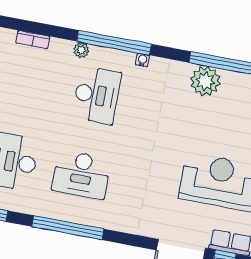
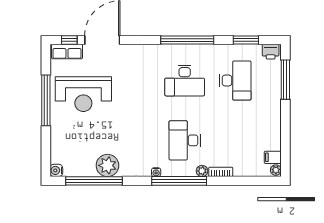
bookcase: (33, 40) -> (221, 172), moved
desk: (81, 175) -> (185, 81), turned 180

